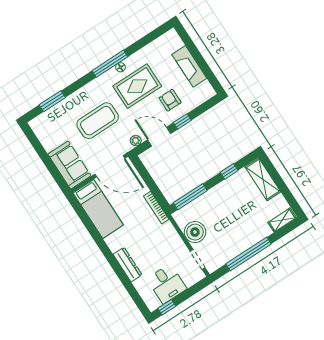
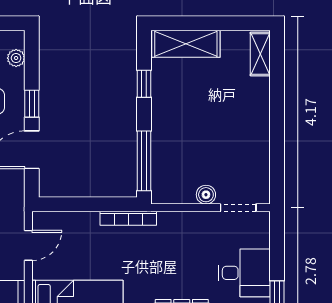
plant: (136, 141) -> (16, 58), moved
door: (110, 166) -> (28, 245), width x0.53
boiler: (195, 232) -> (206, 195), width x0.54, depth x0.54
window: (249, 254) -> (277, 132), removed

